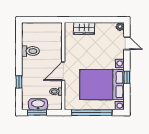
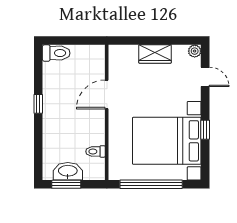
wardrobe: (84, 28) -> (155, 54), moved
toilet: (30, 51) -> (56, 53), moved
door: (63, 71) -> (107, 94), moved
window: (19, 82) -> (38, 104), moved

